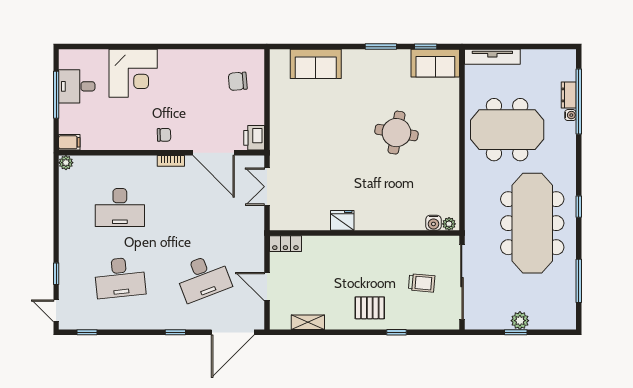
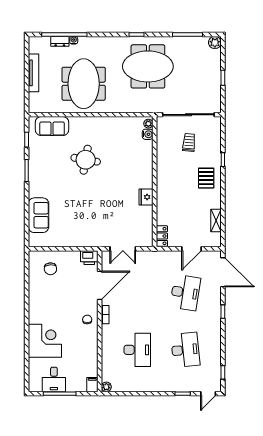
tv unit: (492, 57) -> (34, 73), moved
sofa: (435, 63) -> (52, 126), moved, turned 90
meeting table: (532, 223) -> (148, 66), width x0.73
desk: (203, 278) -> (185, 293), turned 30
plant: (520, 321) -> (215, 43), moved

